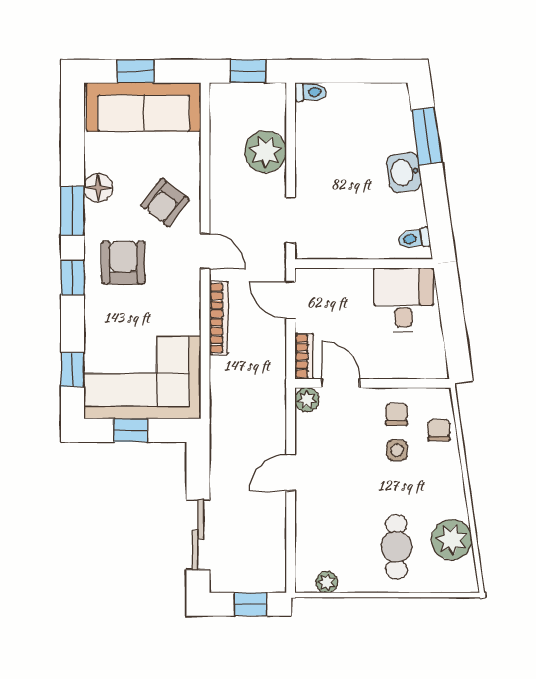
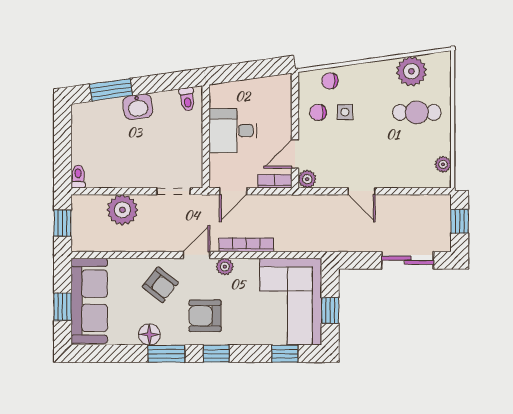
plant: (189, 289) -> (225, 267), added
desk: (403, 300) -> (233, 131), moved

